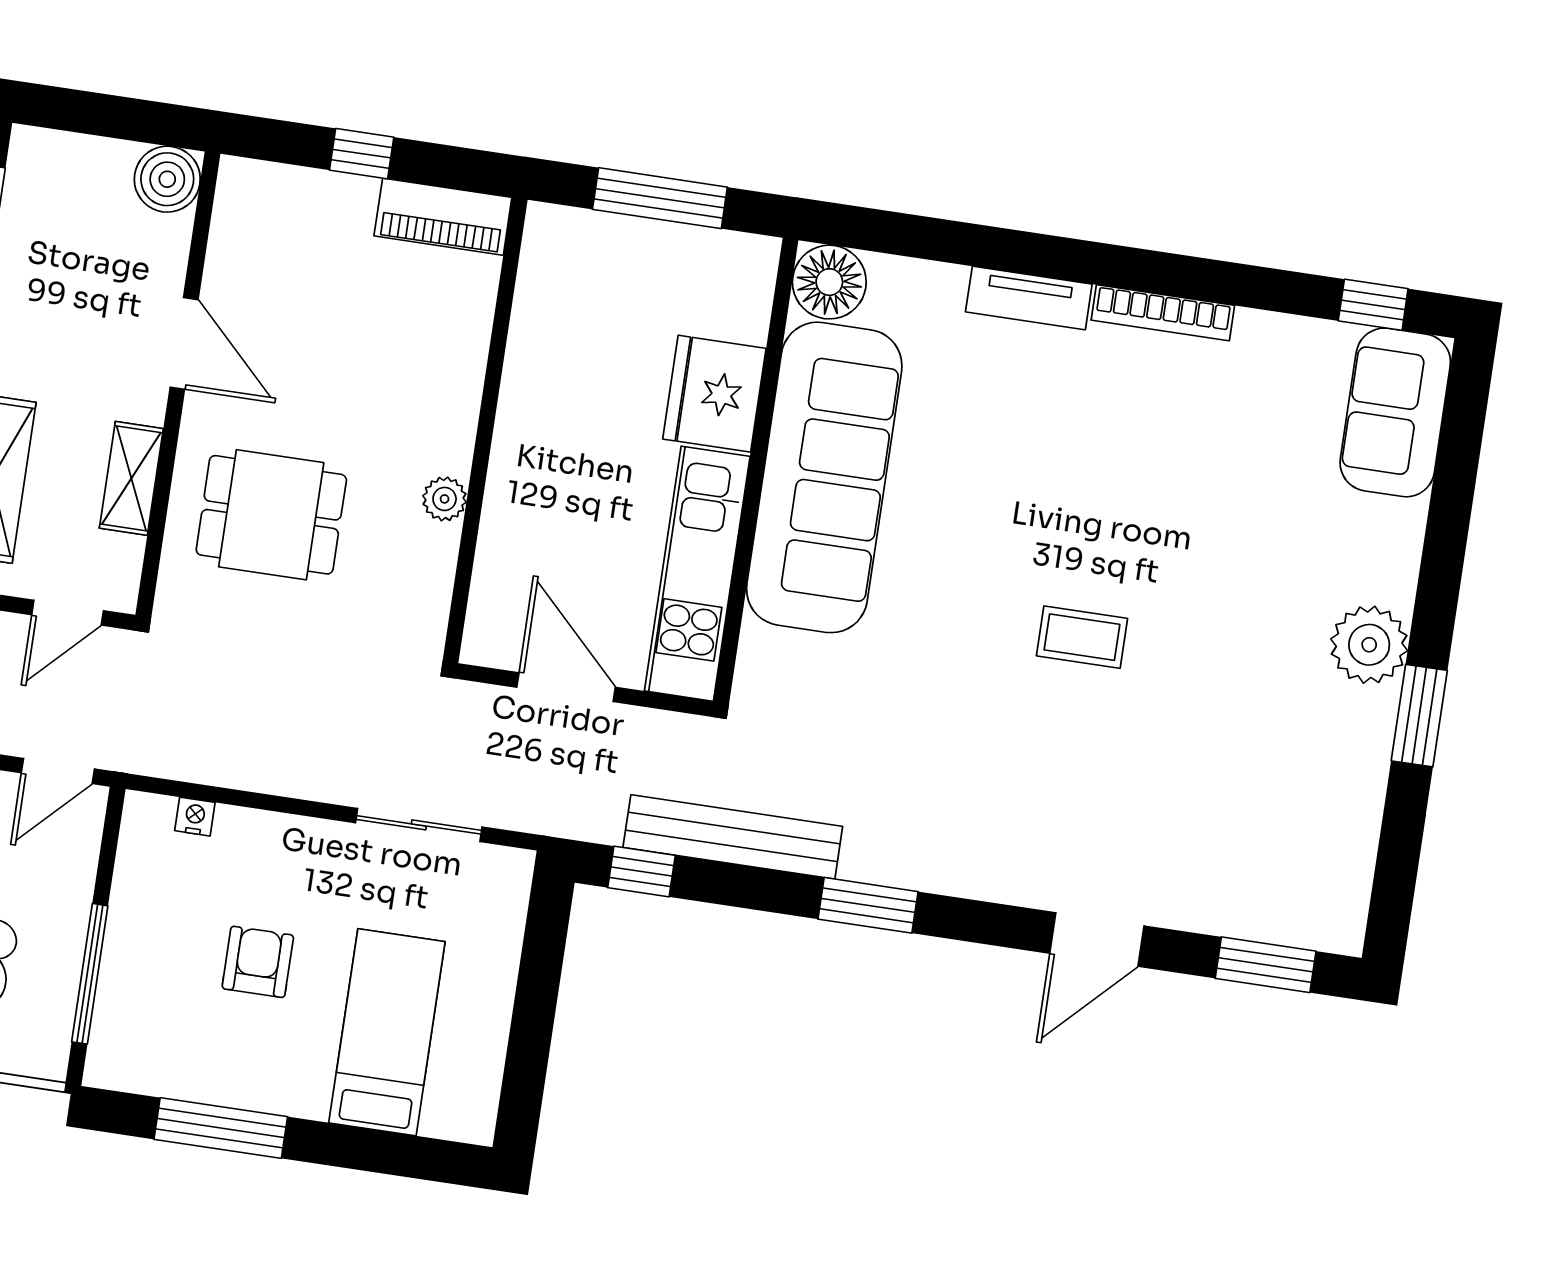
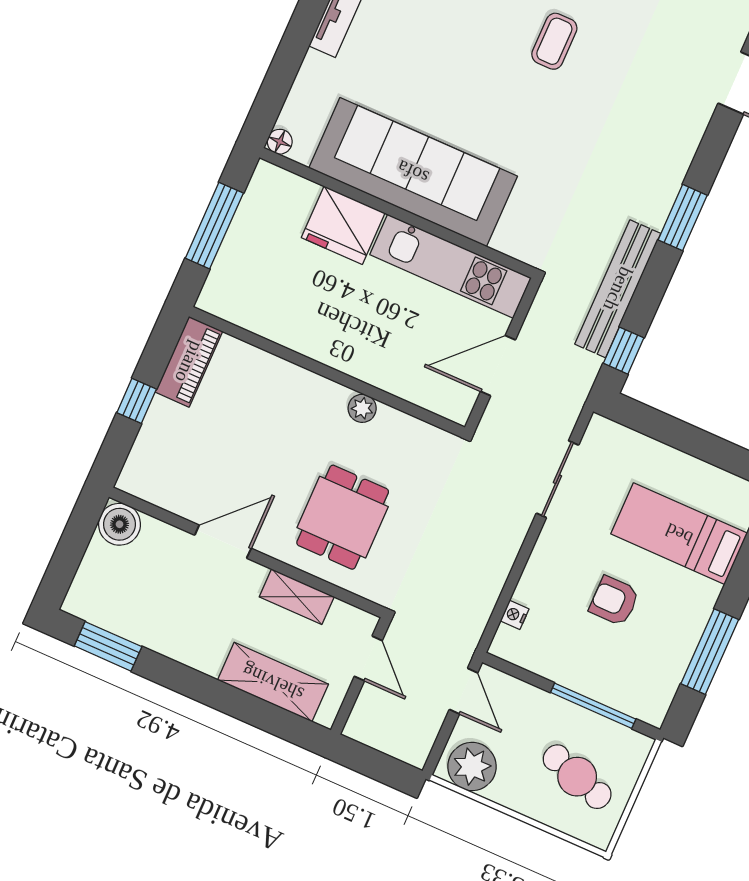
floor lamp: (829, 282) -> (280, 142), width x0.53, depth x0.53

